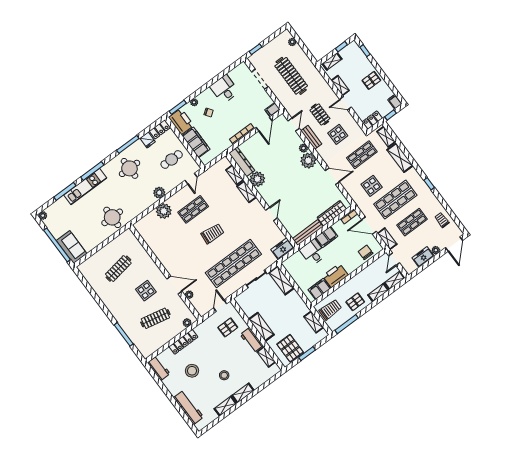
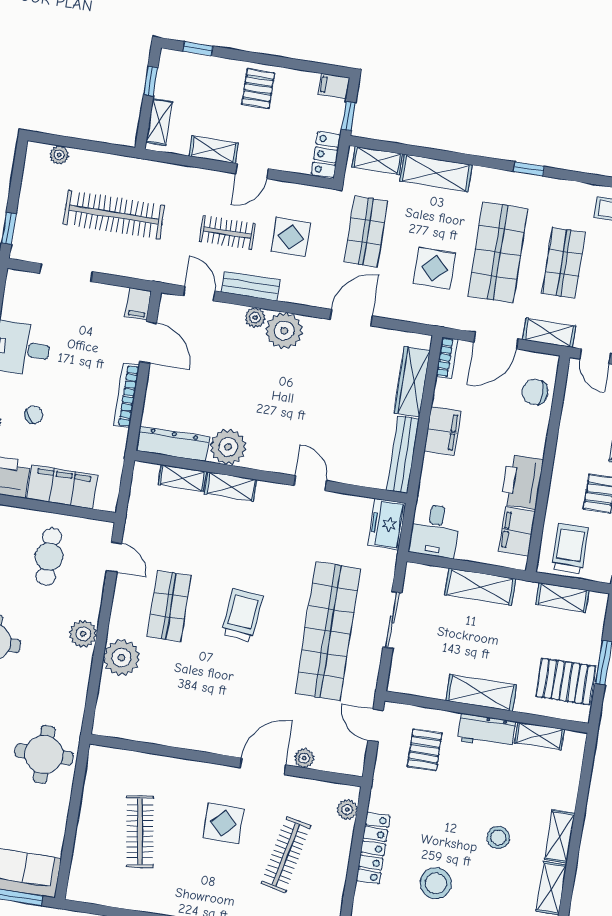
desk: (313, 252) -> (435, 531), moved, turned -90
shelving: (281, 280) -> (480, 587), moved

